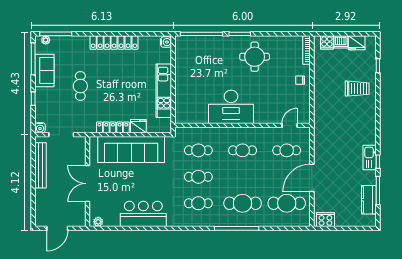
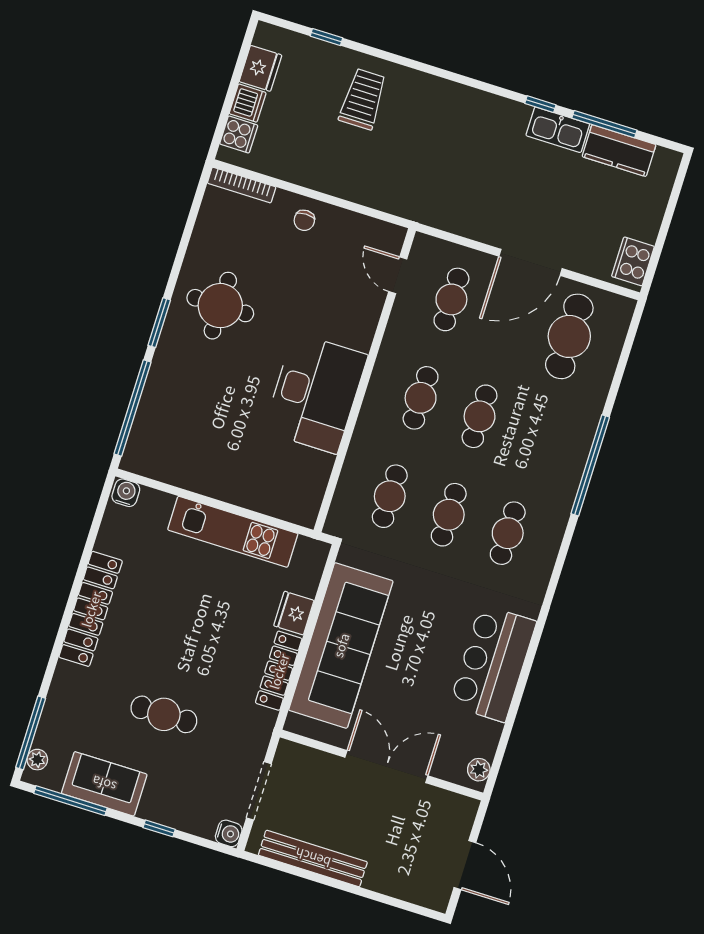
kitchen sink: (370, 157) -> (558, 130), moved
door: (312, 178) -> (531, 262), hinge flipped
double door: (88, 184) -> (386, 767), swing flipped
cafe table: (243, 203) -> (480, 416), moved, width x0.73, depth x0.74

